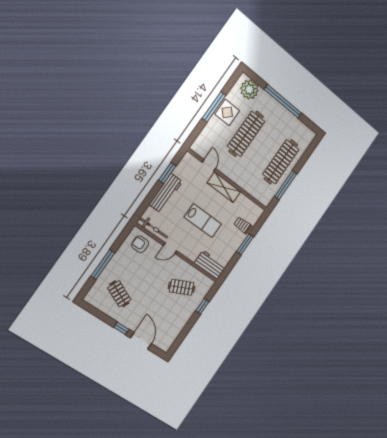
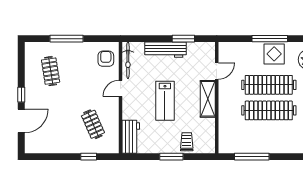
clothes rail: (281, 162) -> (269, 110), moved
door: (170, 248) -> (121, 88), hinge flipped
clothes rail: (119, 294) -> (51, 71), turned -33

